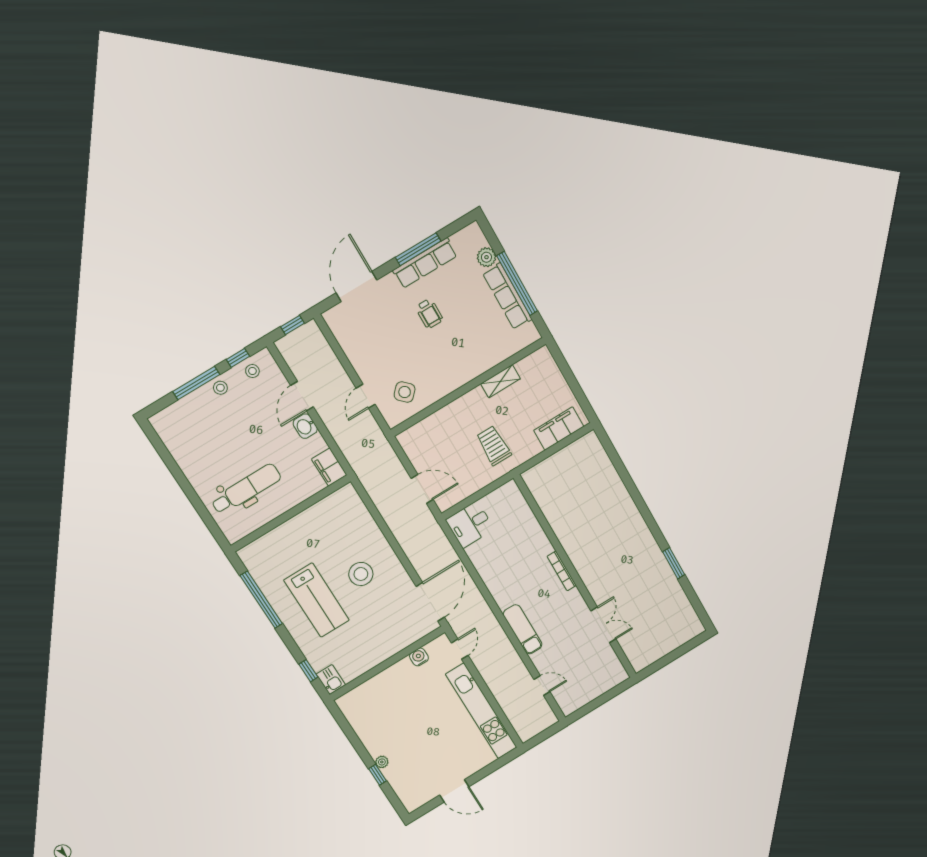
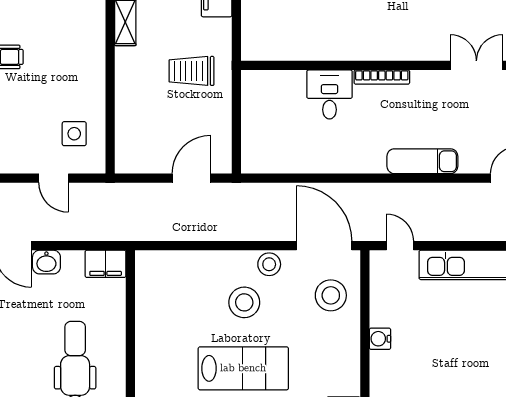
side table: (405, 392) -> (74, 134), turned 45
desk: (470, 524) -> (329, 94), moved, turned 180
stool: (396, 574) -> (269, 264), added
stool: (400, 626) -> (331, 295), added
water cooler: (419, 657) -> (380, 339), moved

